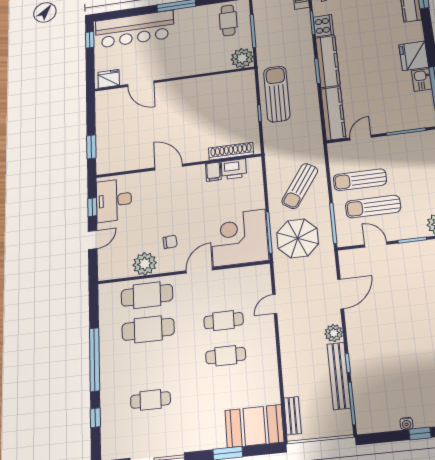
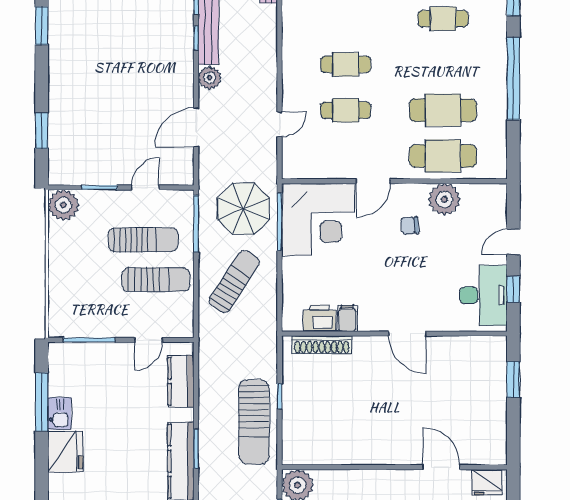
kitchen counter: (333, 113) -> (181, 381), width x0.67
door: (376, 244) -> (145, 188), swing flipped

